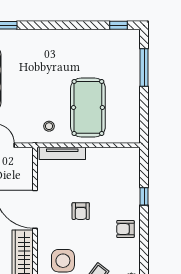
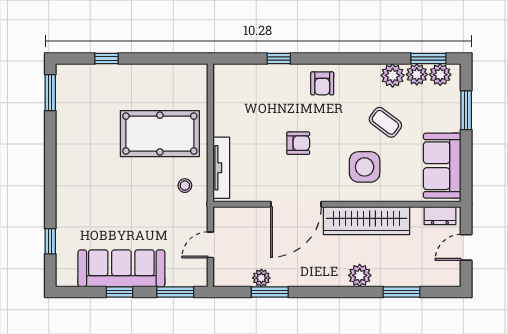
window: (119, 25) -> (50, 93), width x1.50
window: (144, 68) -> (107, 59), width x0.46

